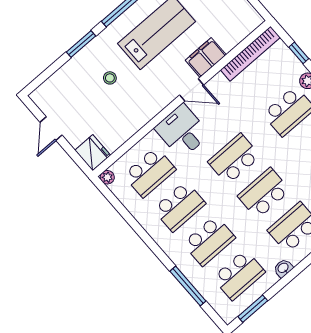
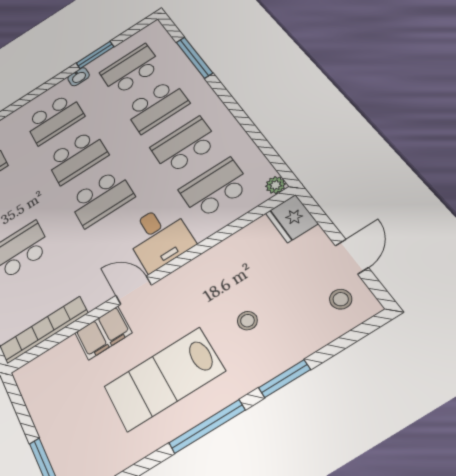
stool: (54, 99) -> (341, 299), added
school desk: (209, 241) -> (156, 106), turned 180
window: (253, 309) -> (95, 55), moved

